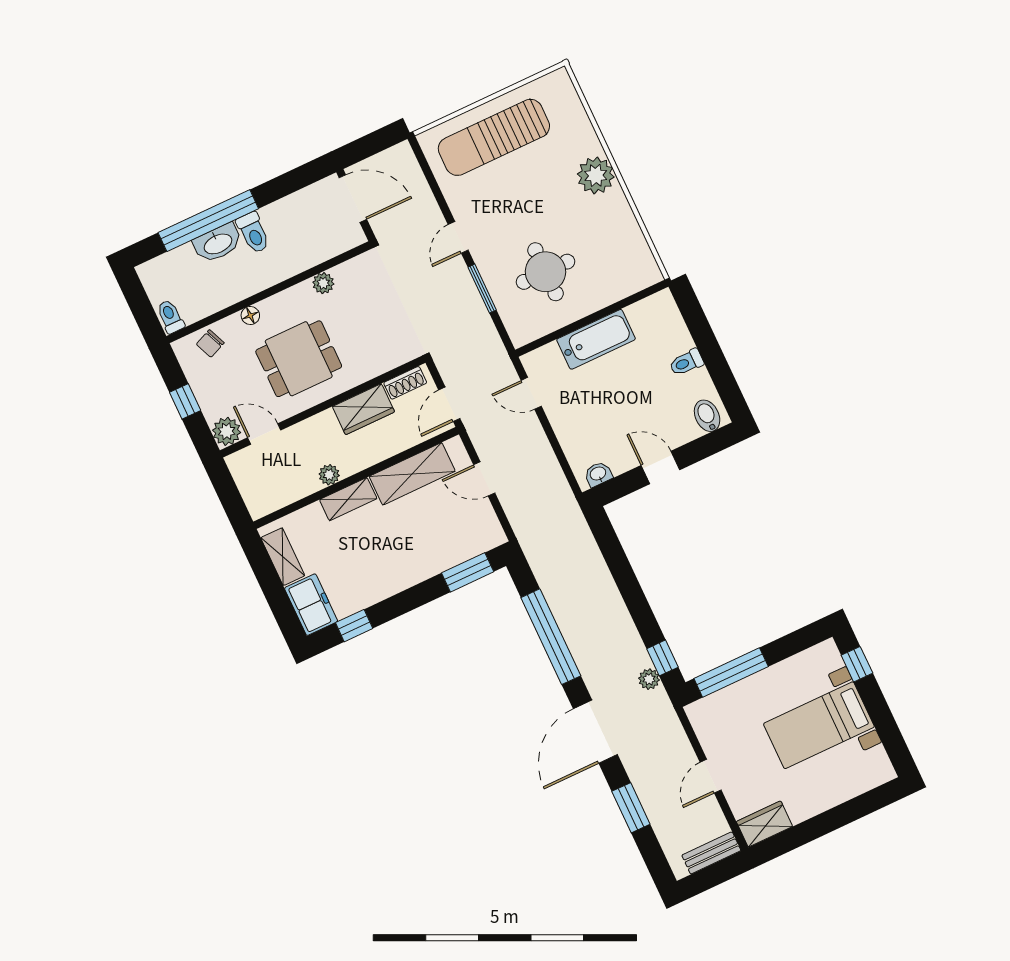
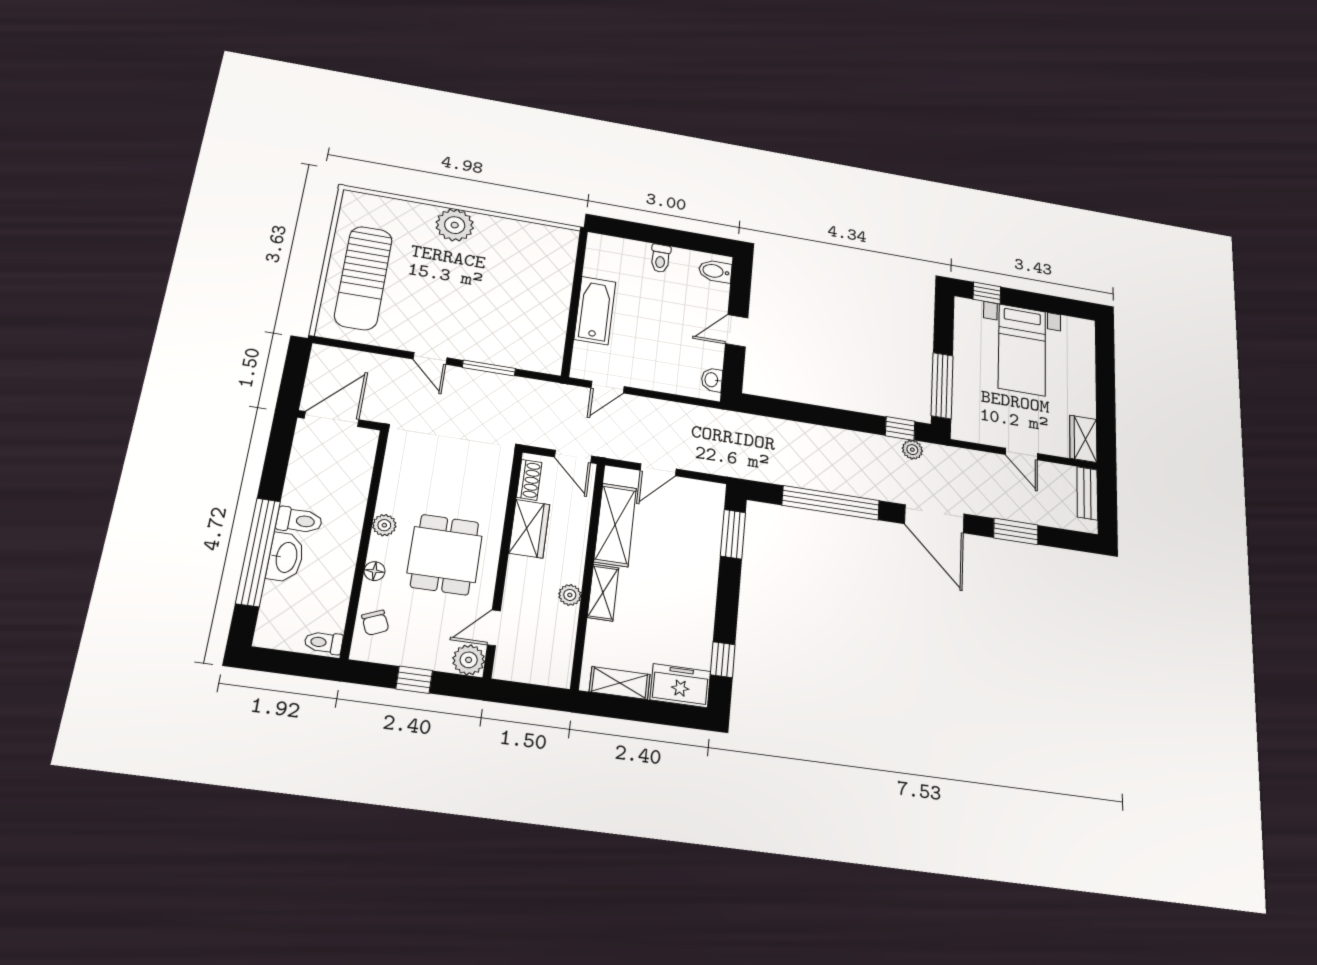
round table: (546, 272) -> (510, 312), removed
plant: (323, 283) -> (384, 525), moved

